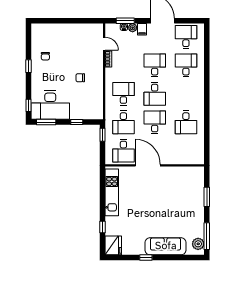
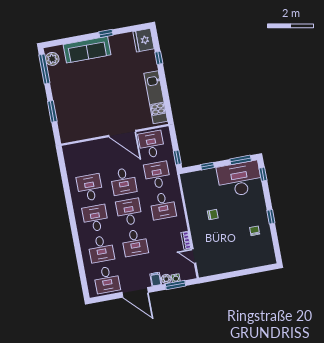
desk: (186, 94) -> (95, 218), added

